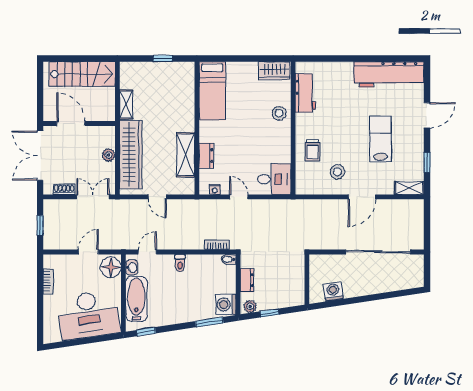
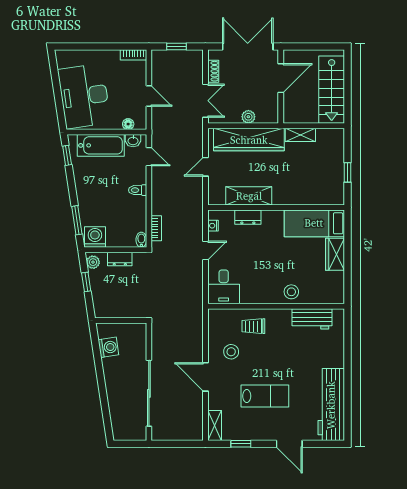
wardrobe: (274, 71) -> (335, 254), moved
floor lamp: (111, 267) -> (128, 124), width x0.53, depth x0.53
bookcase: (48, 281) -> (133, 55), moved

